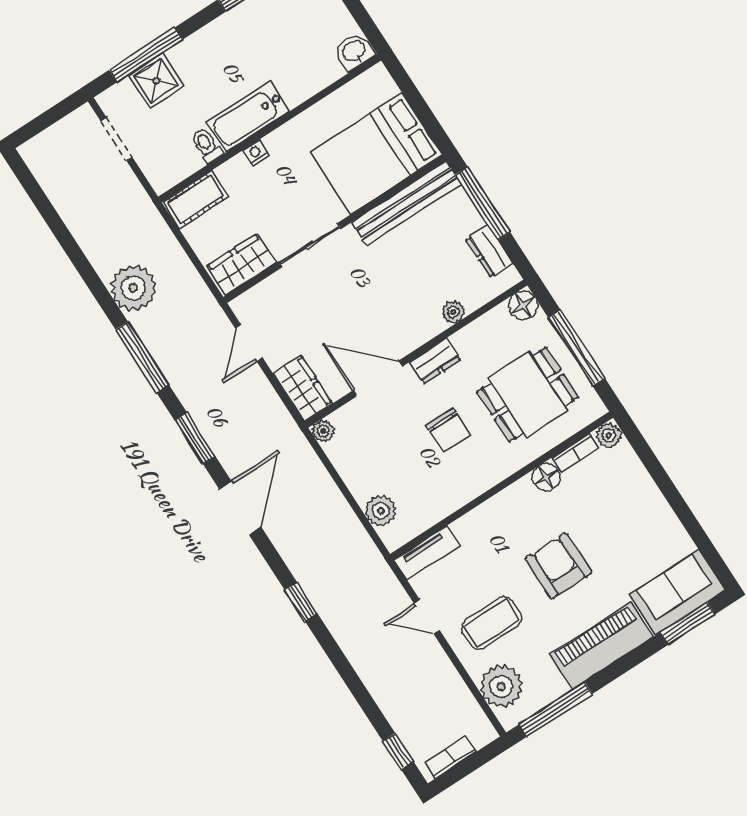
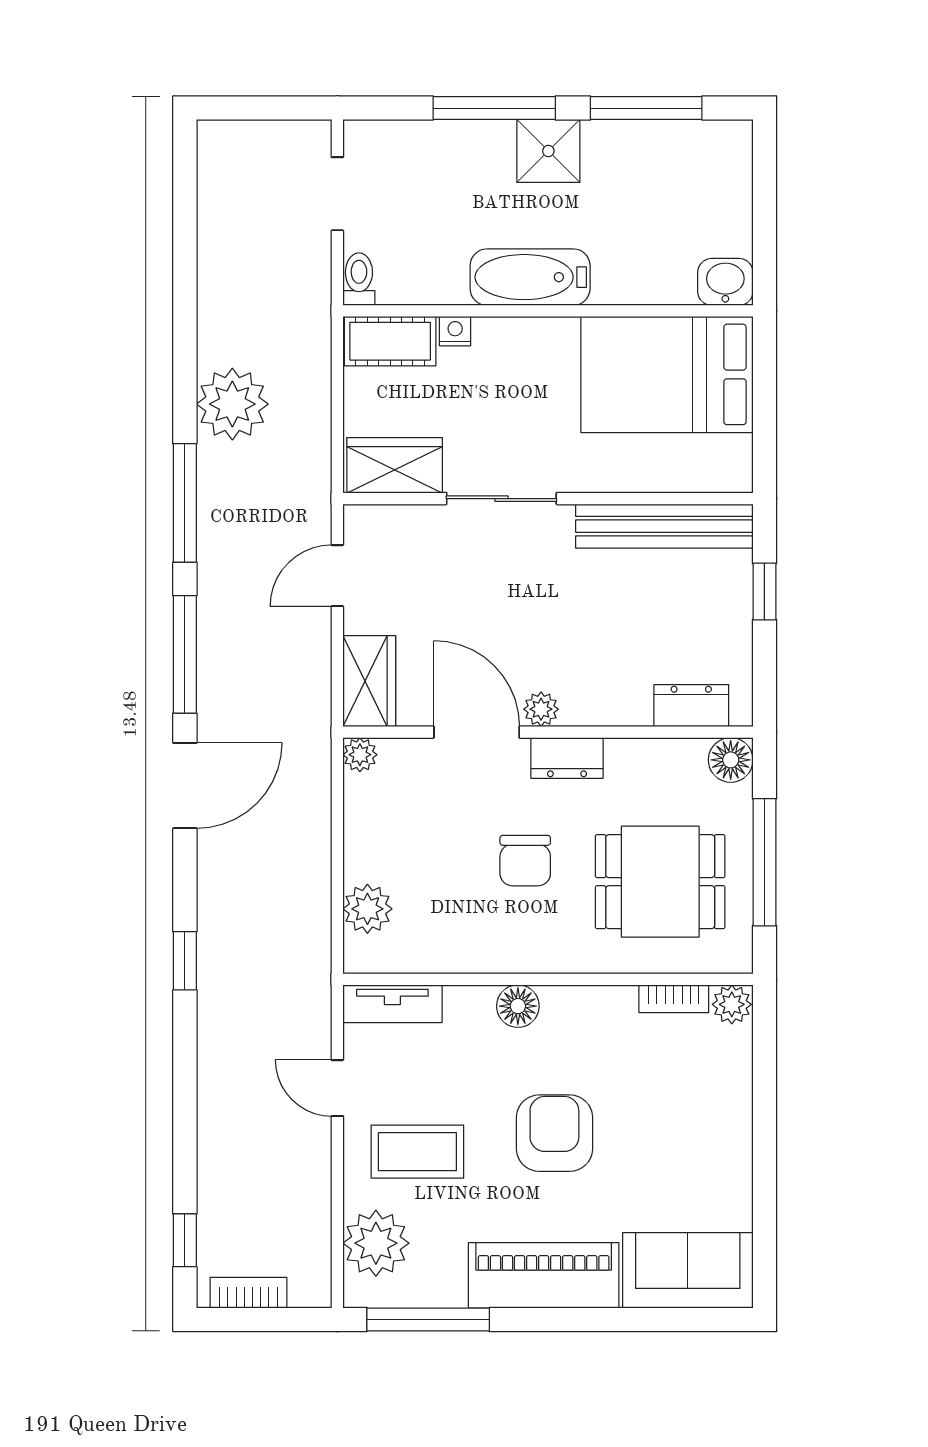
window: (146, 55) -> (494, 108), moved
shower: (156, 81) -> (548, 151), moved
toilet: (206, 145) -> (359, 279), moved
nightstand: (256, 153) -> (455, 331), moved
bed: (376, 154) -> (667, 374), moved
window: (483, 203) -> (764, 591), width x0.46
dresser: (489, 251) -> (691, 706), moved, turned 90
plant: (453, 312) -> (541, 709), moved
window: (195, 438) -> (185, 654), width x1.44
floor lamp: (546, 477) -> (518, 1006), moved
window: (688, 623) -> (675, 1319), removed

